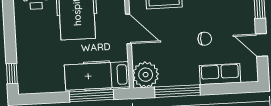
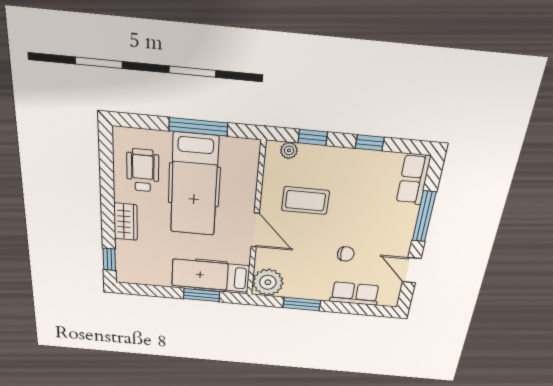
wardrobe: (24, 37) -> (126, 222), added
window: (177, 91) -> (302, 304), width x0.69
window: (91, 96) -> (202, 295), width x0.69

